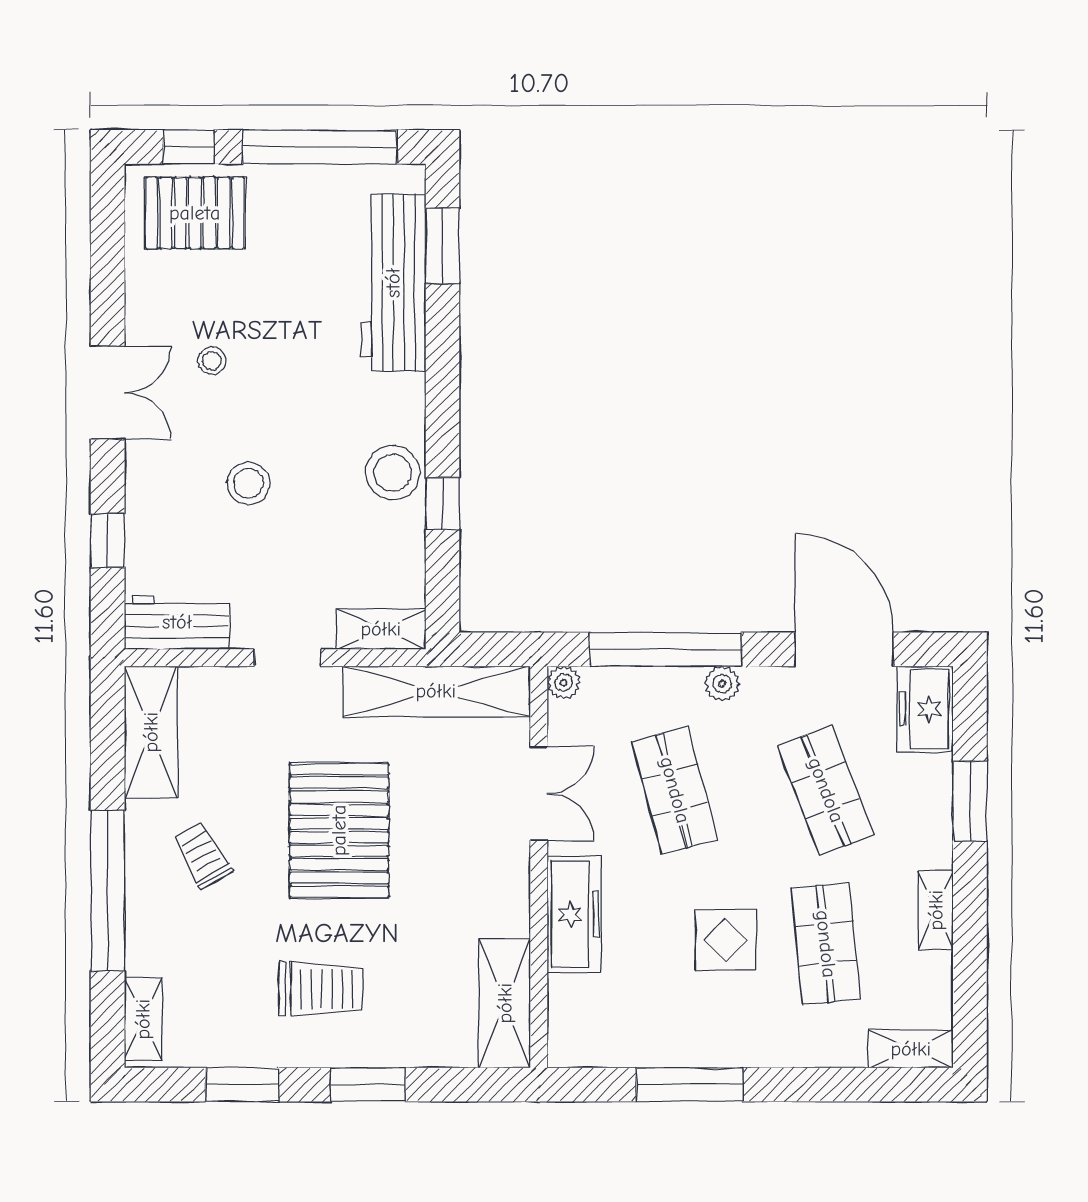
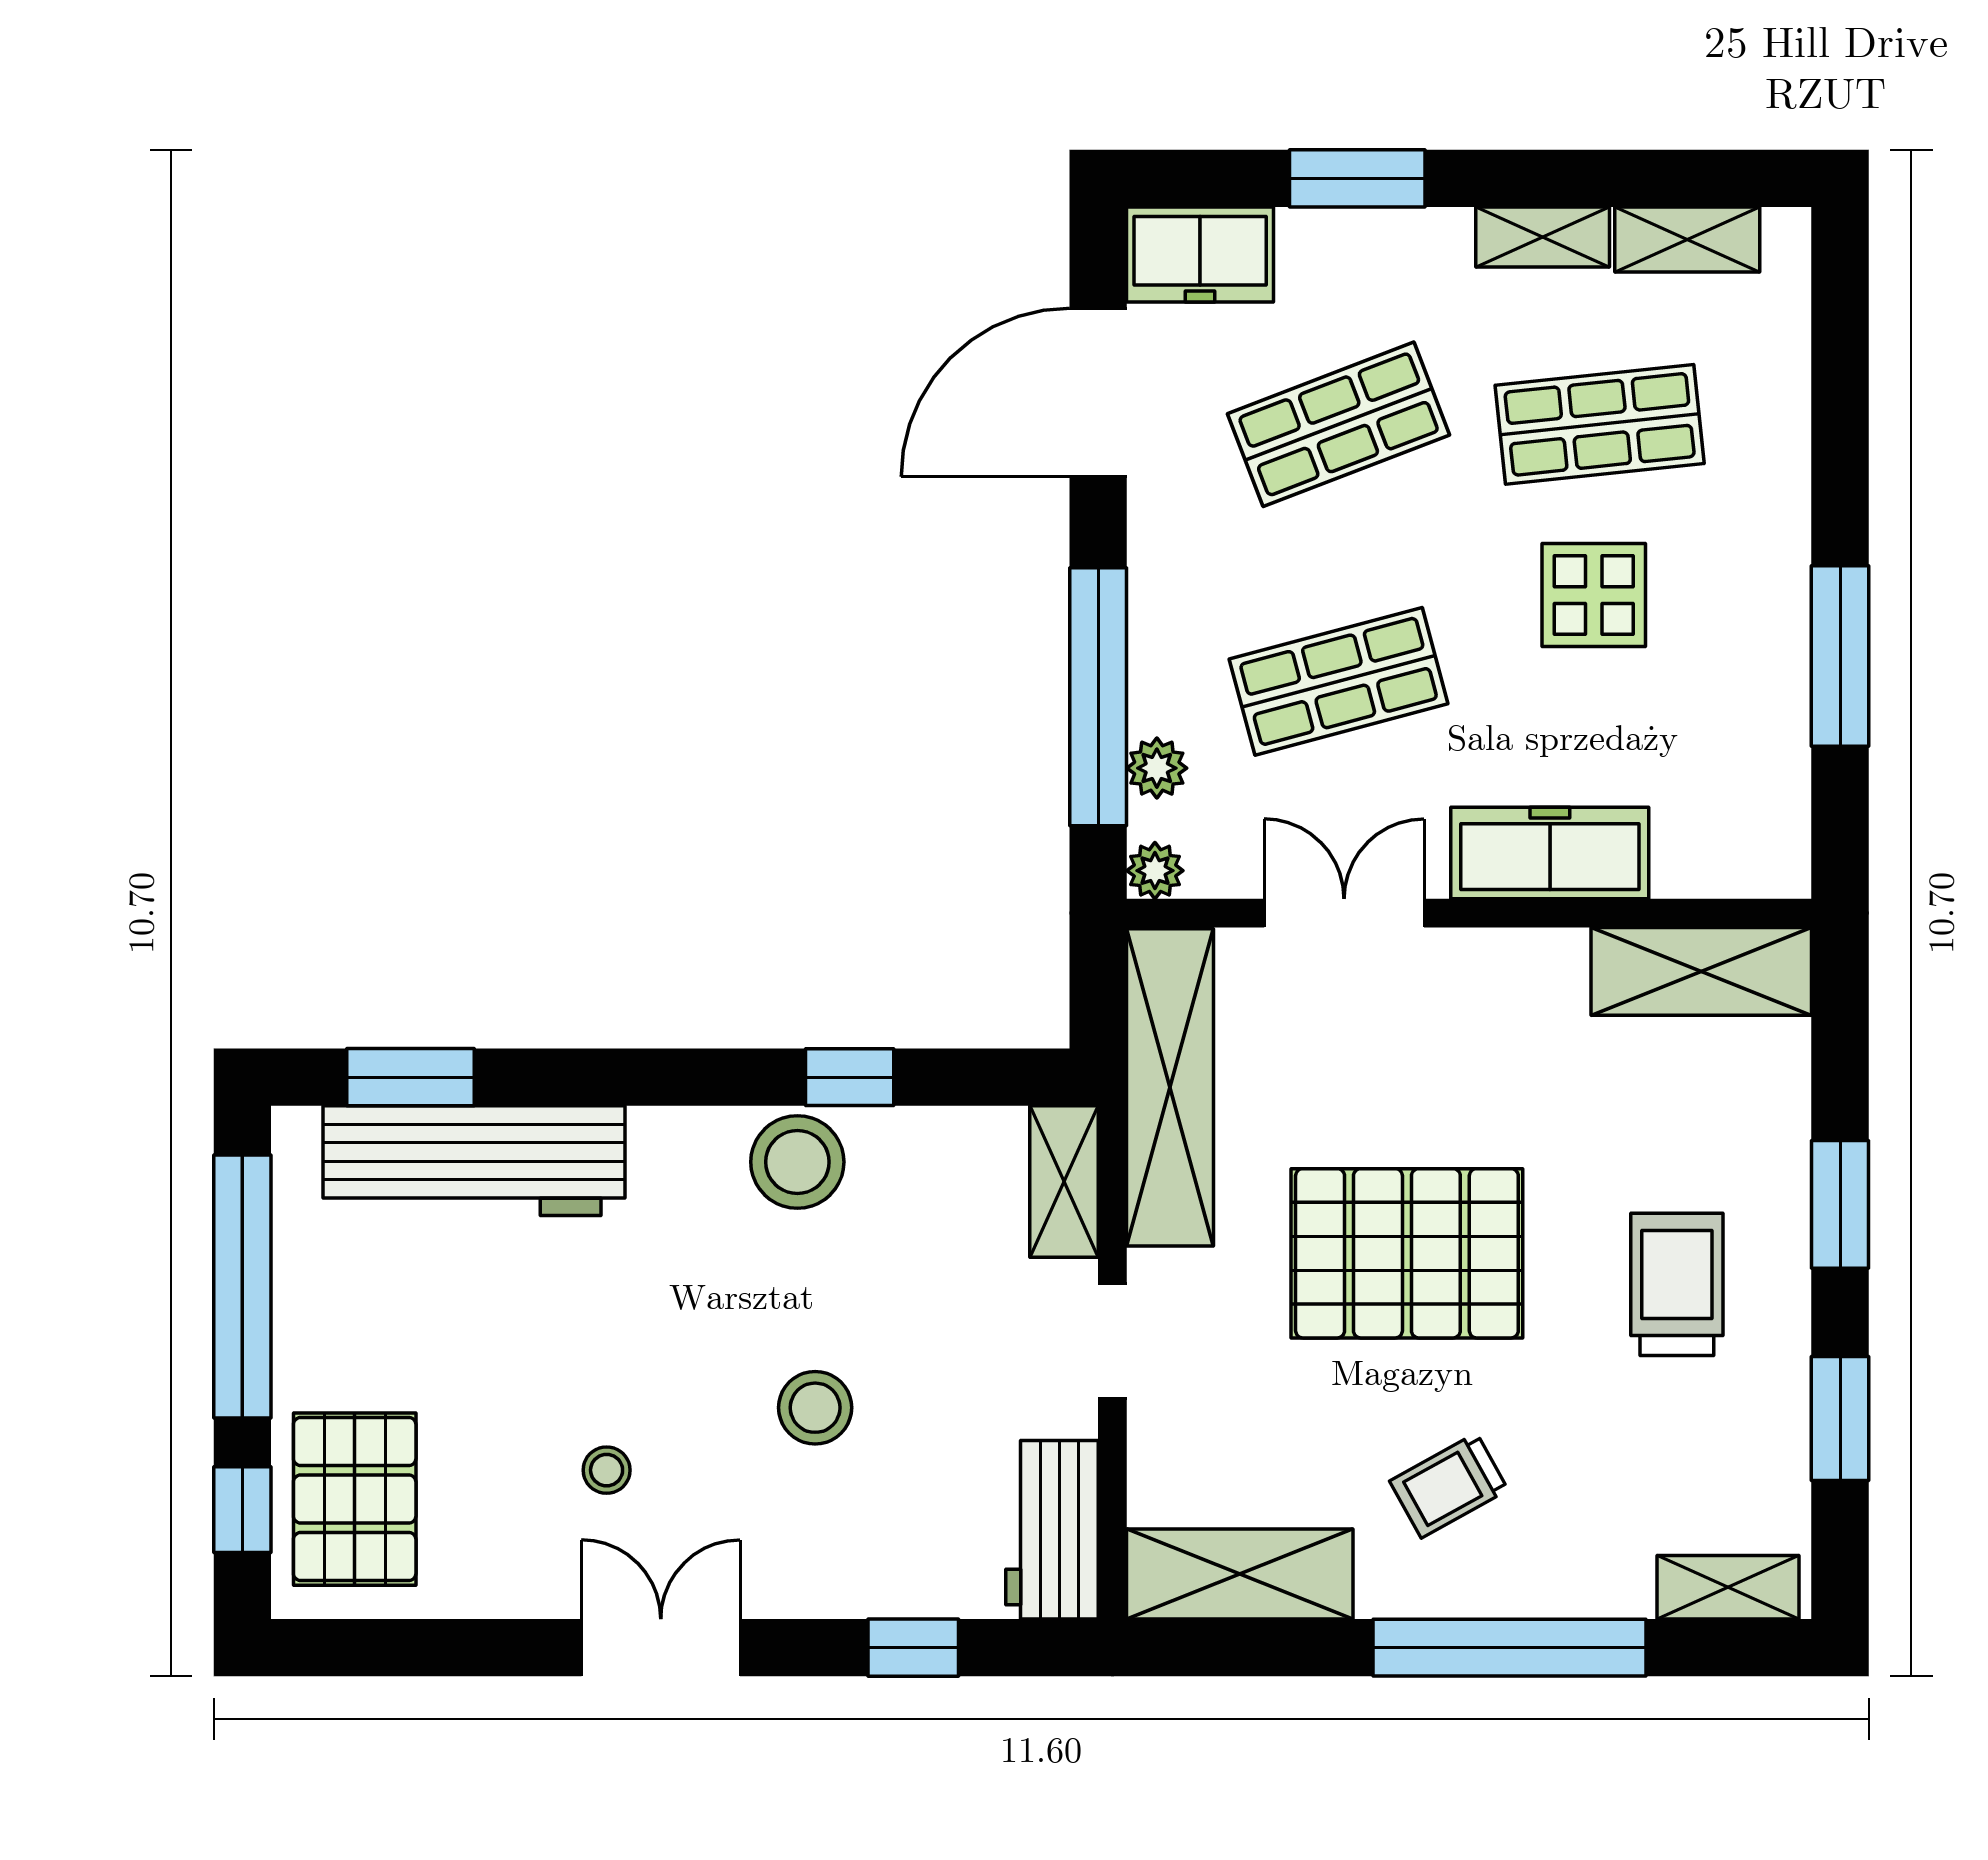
plant: (722, 684) -> (1157, 768), moved
shelving: (911, 1049) -> (1687, 239), moved, turned 90

